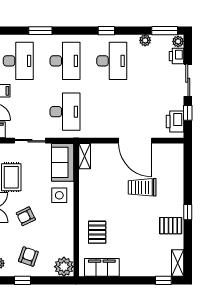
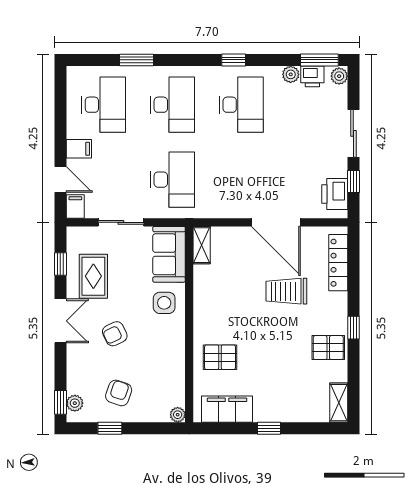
printer: (177, 56) -> (312, 76), moved, turned -90
locker: (177, 168) -> (338, 263), added
pallet: (97, 232) -> (220, 357), turned 90
plant: (64, 267) -> (178, 415), width x0.53, depth x0.53
window: (163, 280) -> (269, 428), moved

